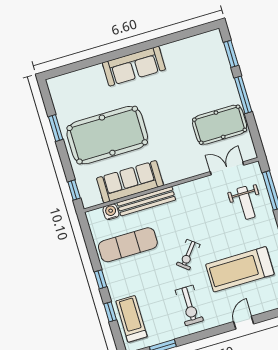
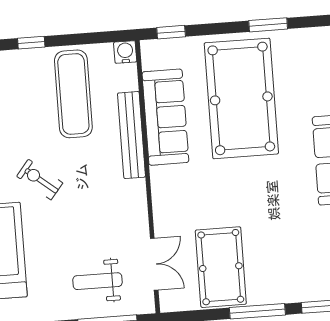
water cooler: (111, 212) -> (125, 52), moved, turned -90

